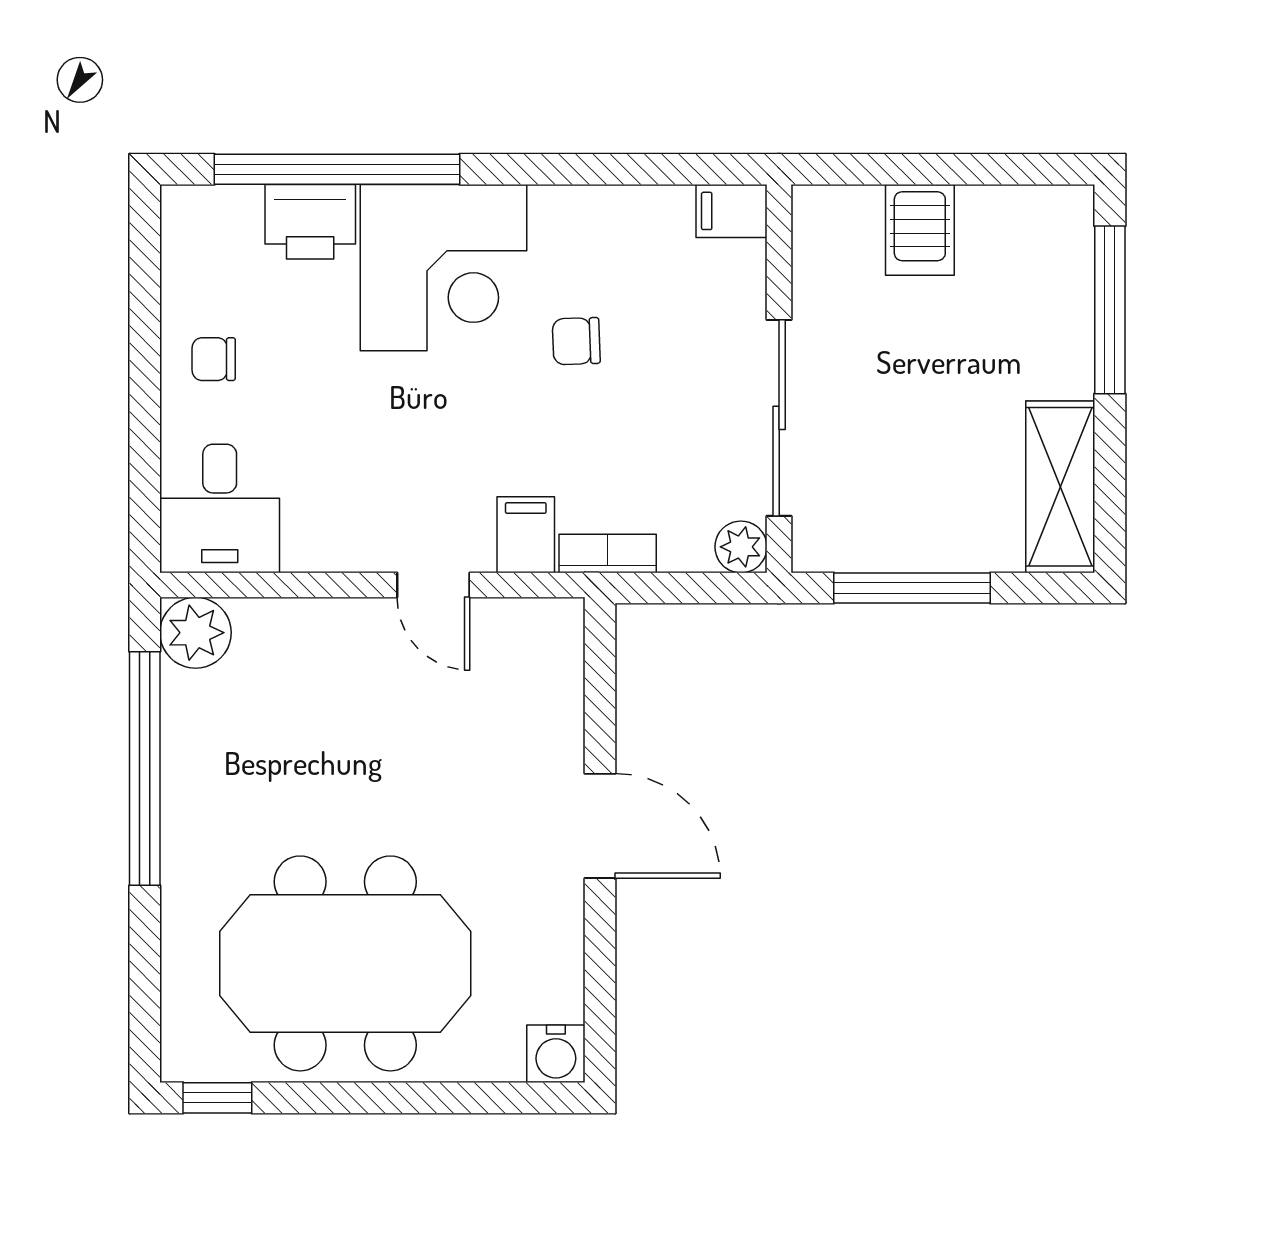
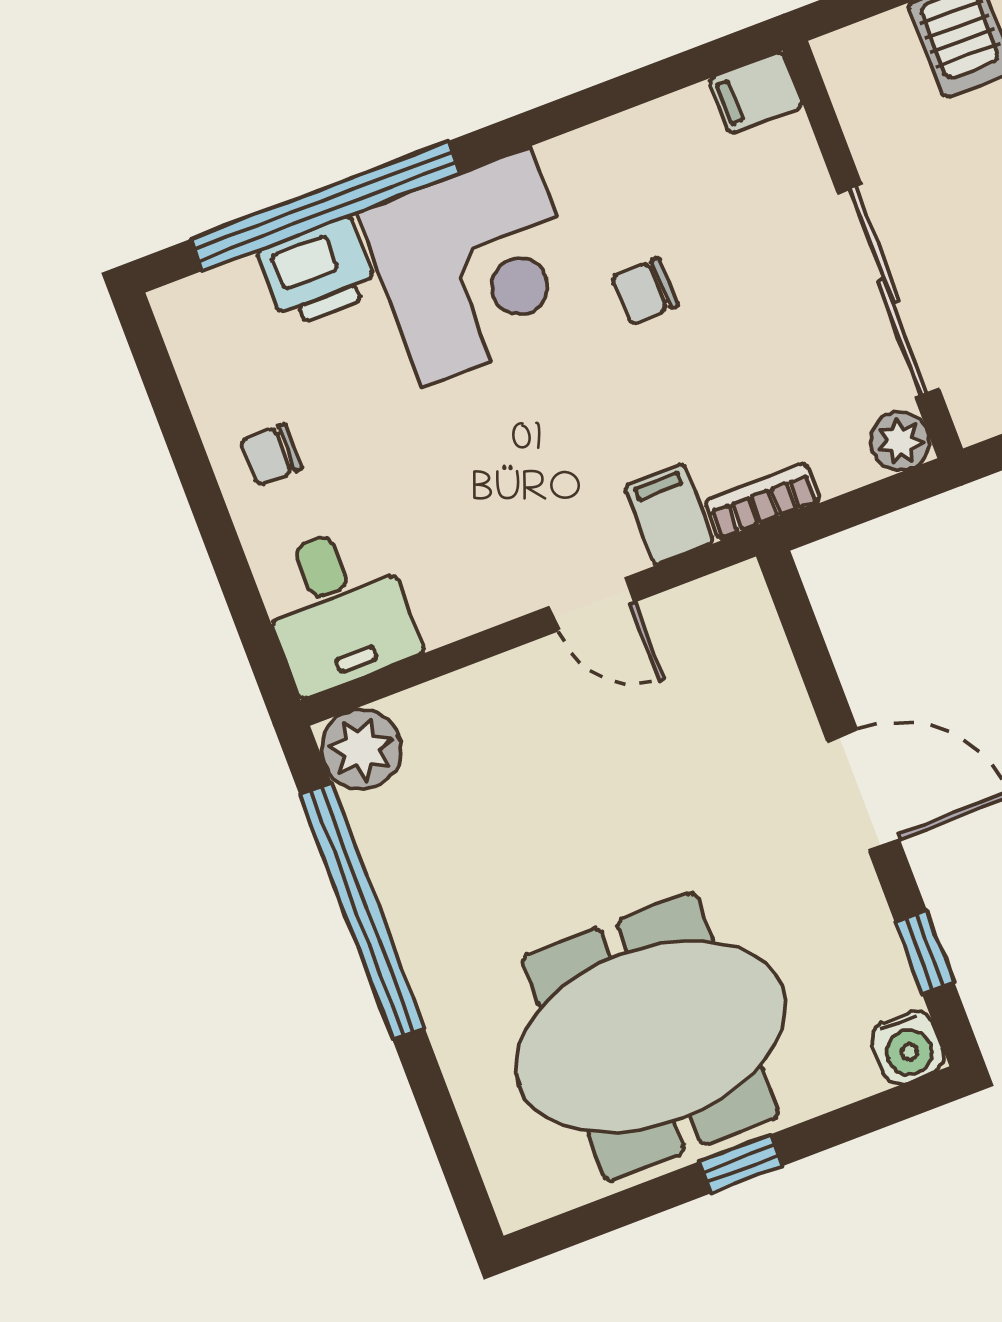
window: (600, 980) -> (925, 952), added
window: (217, 1098) -> (741, 1164), moved

